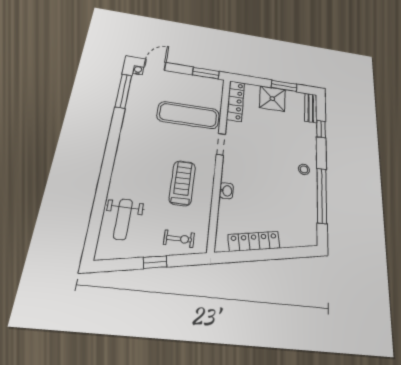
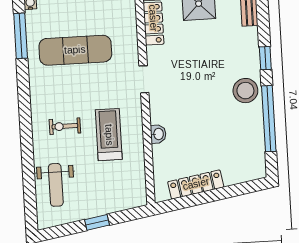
exercise mat: (188, 115) -> (75, 50), moved
window: (321, 129) -> (265, 58), moved
stool: (304, 169) -> (245, 91), width x1.89, depth x1.89
exercise bike: (179, 239) -> (65, 126), moved, turned 180

